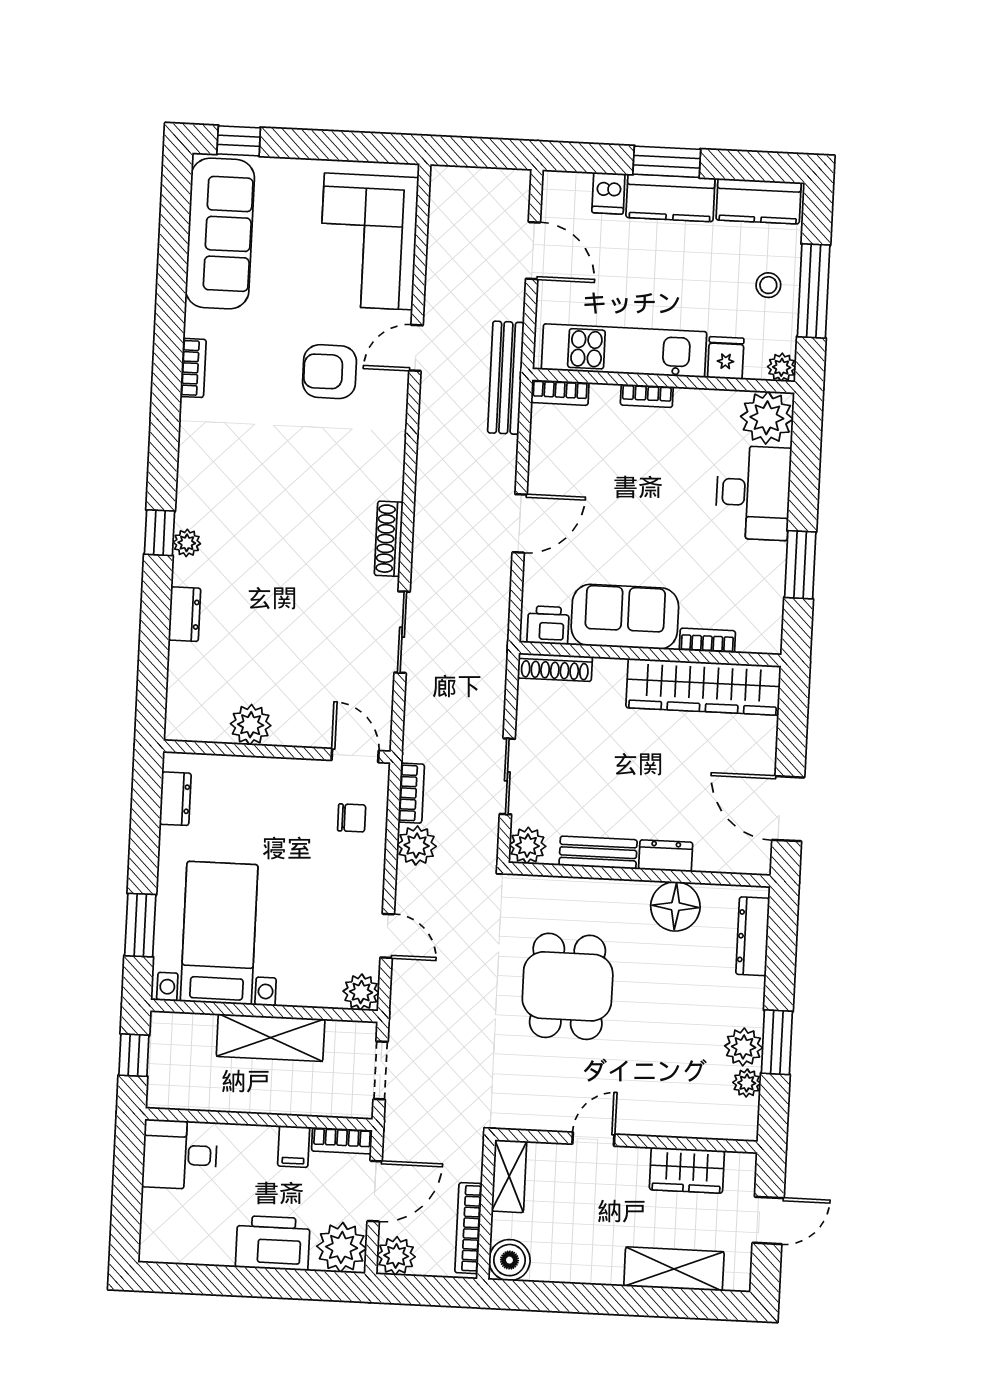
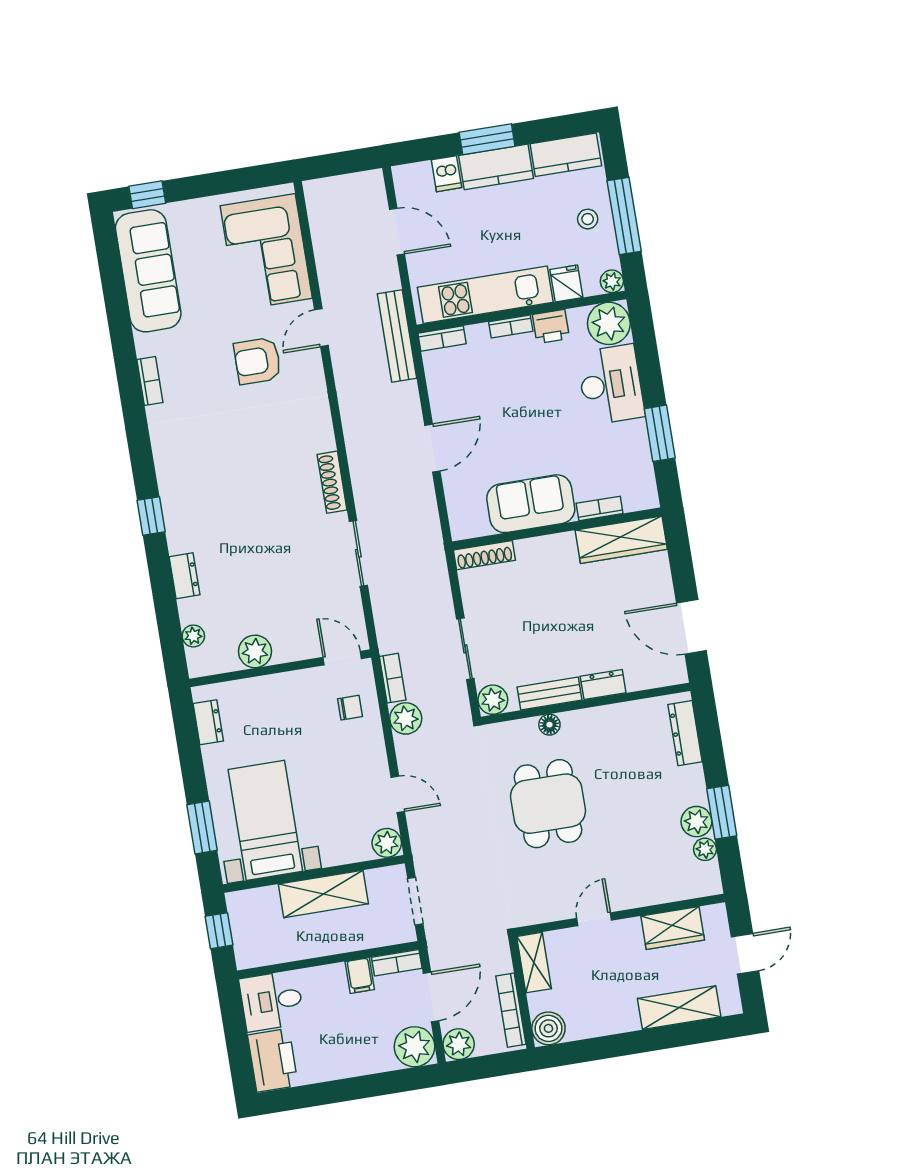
plant: (187, 543) -> (193, 636), moved
printer: (548, 625) -> (551, 326), moved, turned 180
wardrobe: (704, 687) -> (621, 540), width x0.71, depth x0.85
floor lamp: (675, 906) -> (549, 725), moved, width x0.53, depth x0.53
printer: (273, 1243) -> (273, 1060), moved, turned 90

